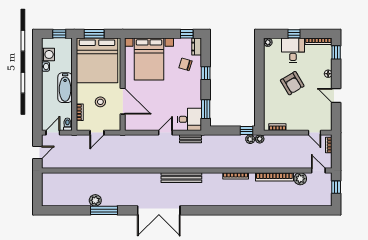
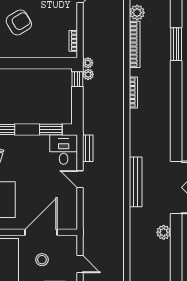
bench: (181, 178) -> (136, 182), moved
plant: (95, 200) -> (164, 232), moved
window: (104, 210) -> (176, 44), moved

